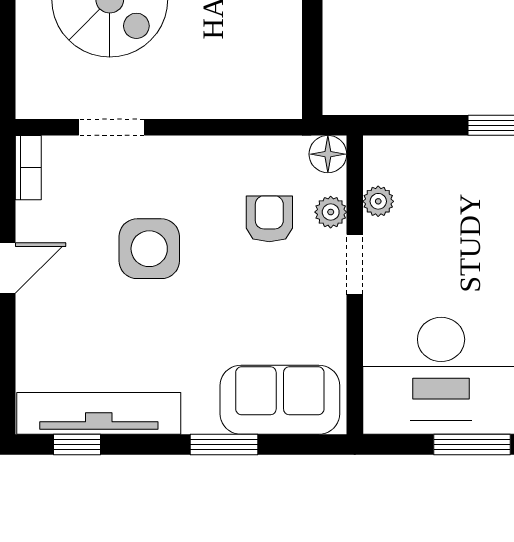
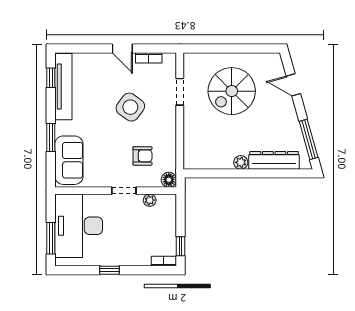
bookcase: (28, 168) -> (149, 58), moved
plant: (331, 212) -> (145, 181), removed
side table: (149, 249) -> (130, 107), turned 36

